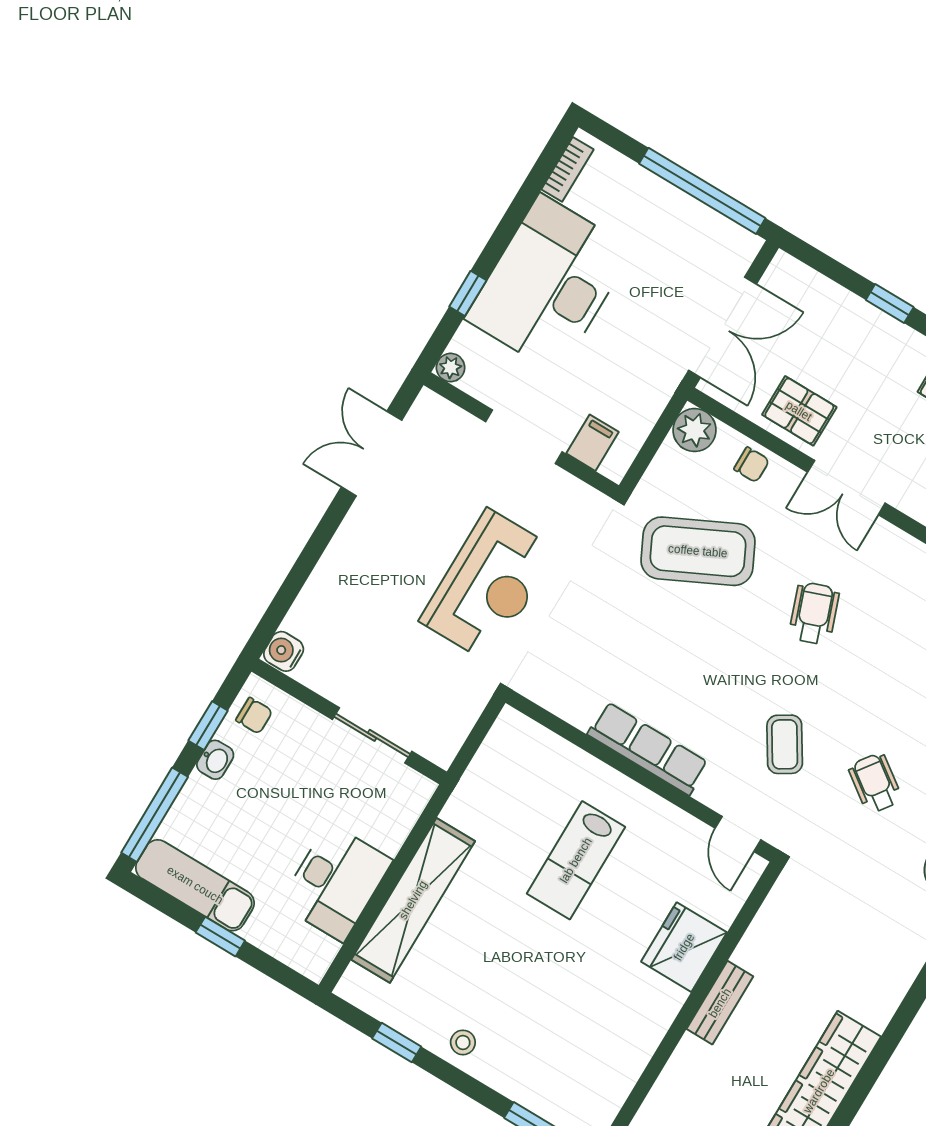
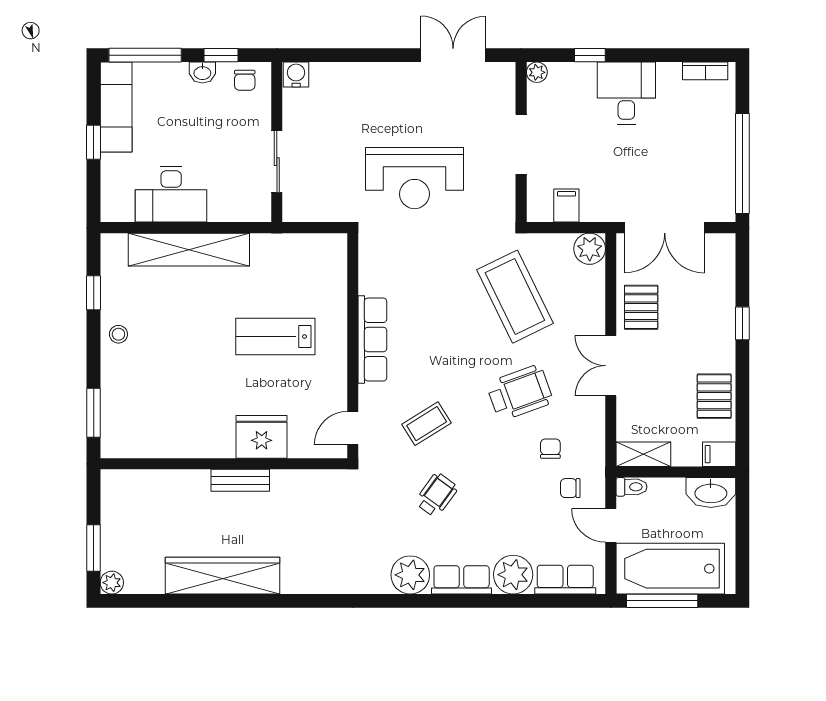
desk: (549, 284) -> (626, 93), width x0.53, depth x0.77
filing cabinet: (593, 443) -> (566, 205), moved, turned -90
chair: (752, 465) -> (550, 449), moved, turned 180
wheelchair: (814, 613) -> (520, 393), width x1.36, depth x1.37

